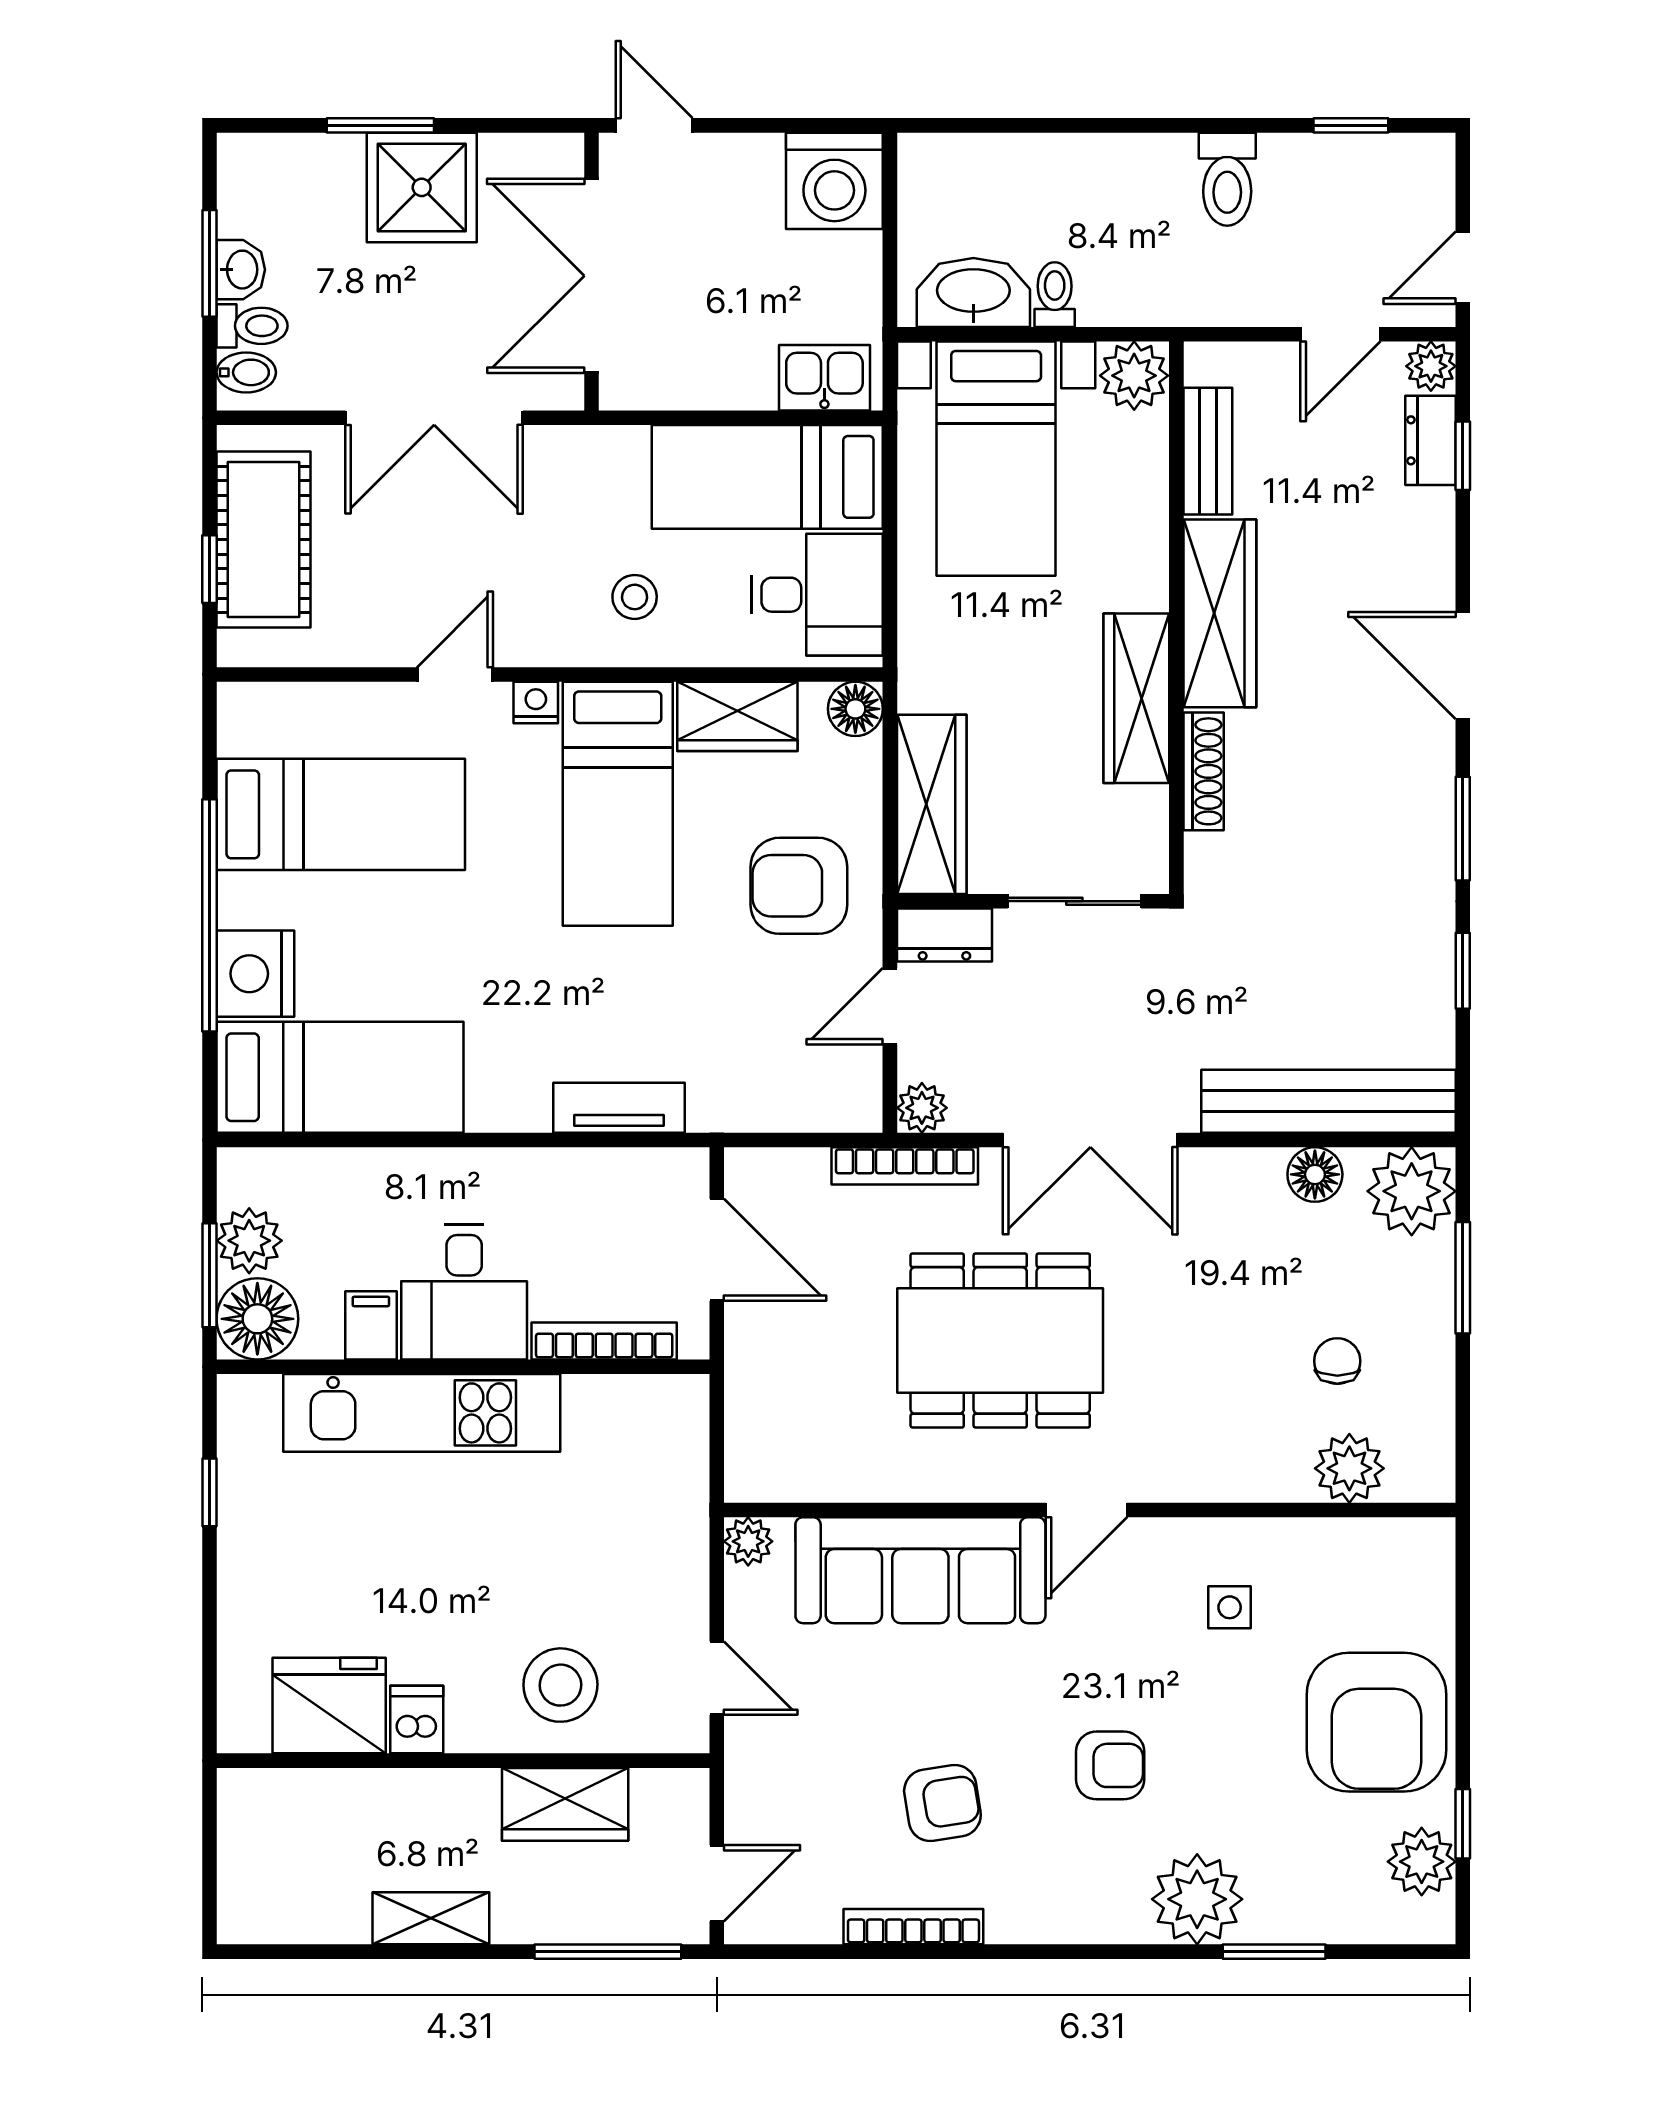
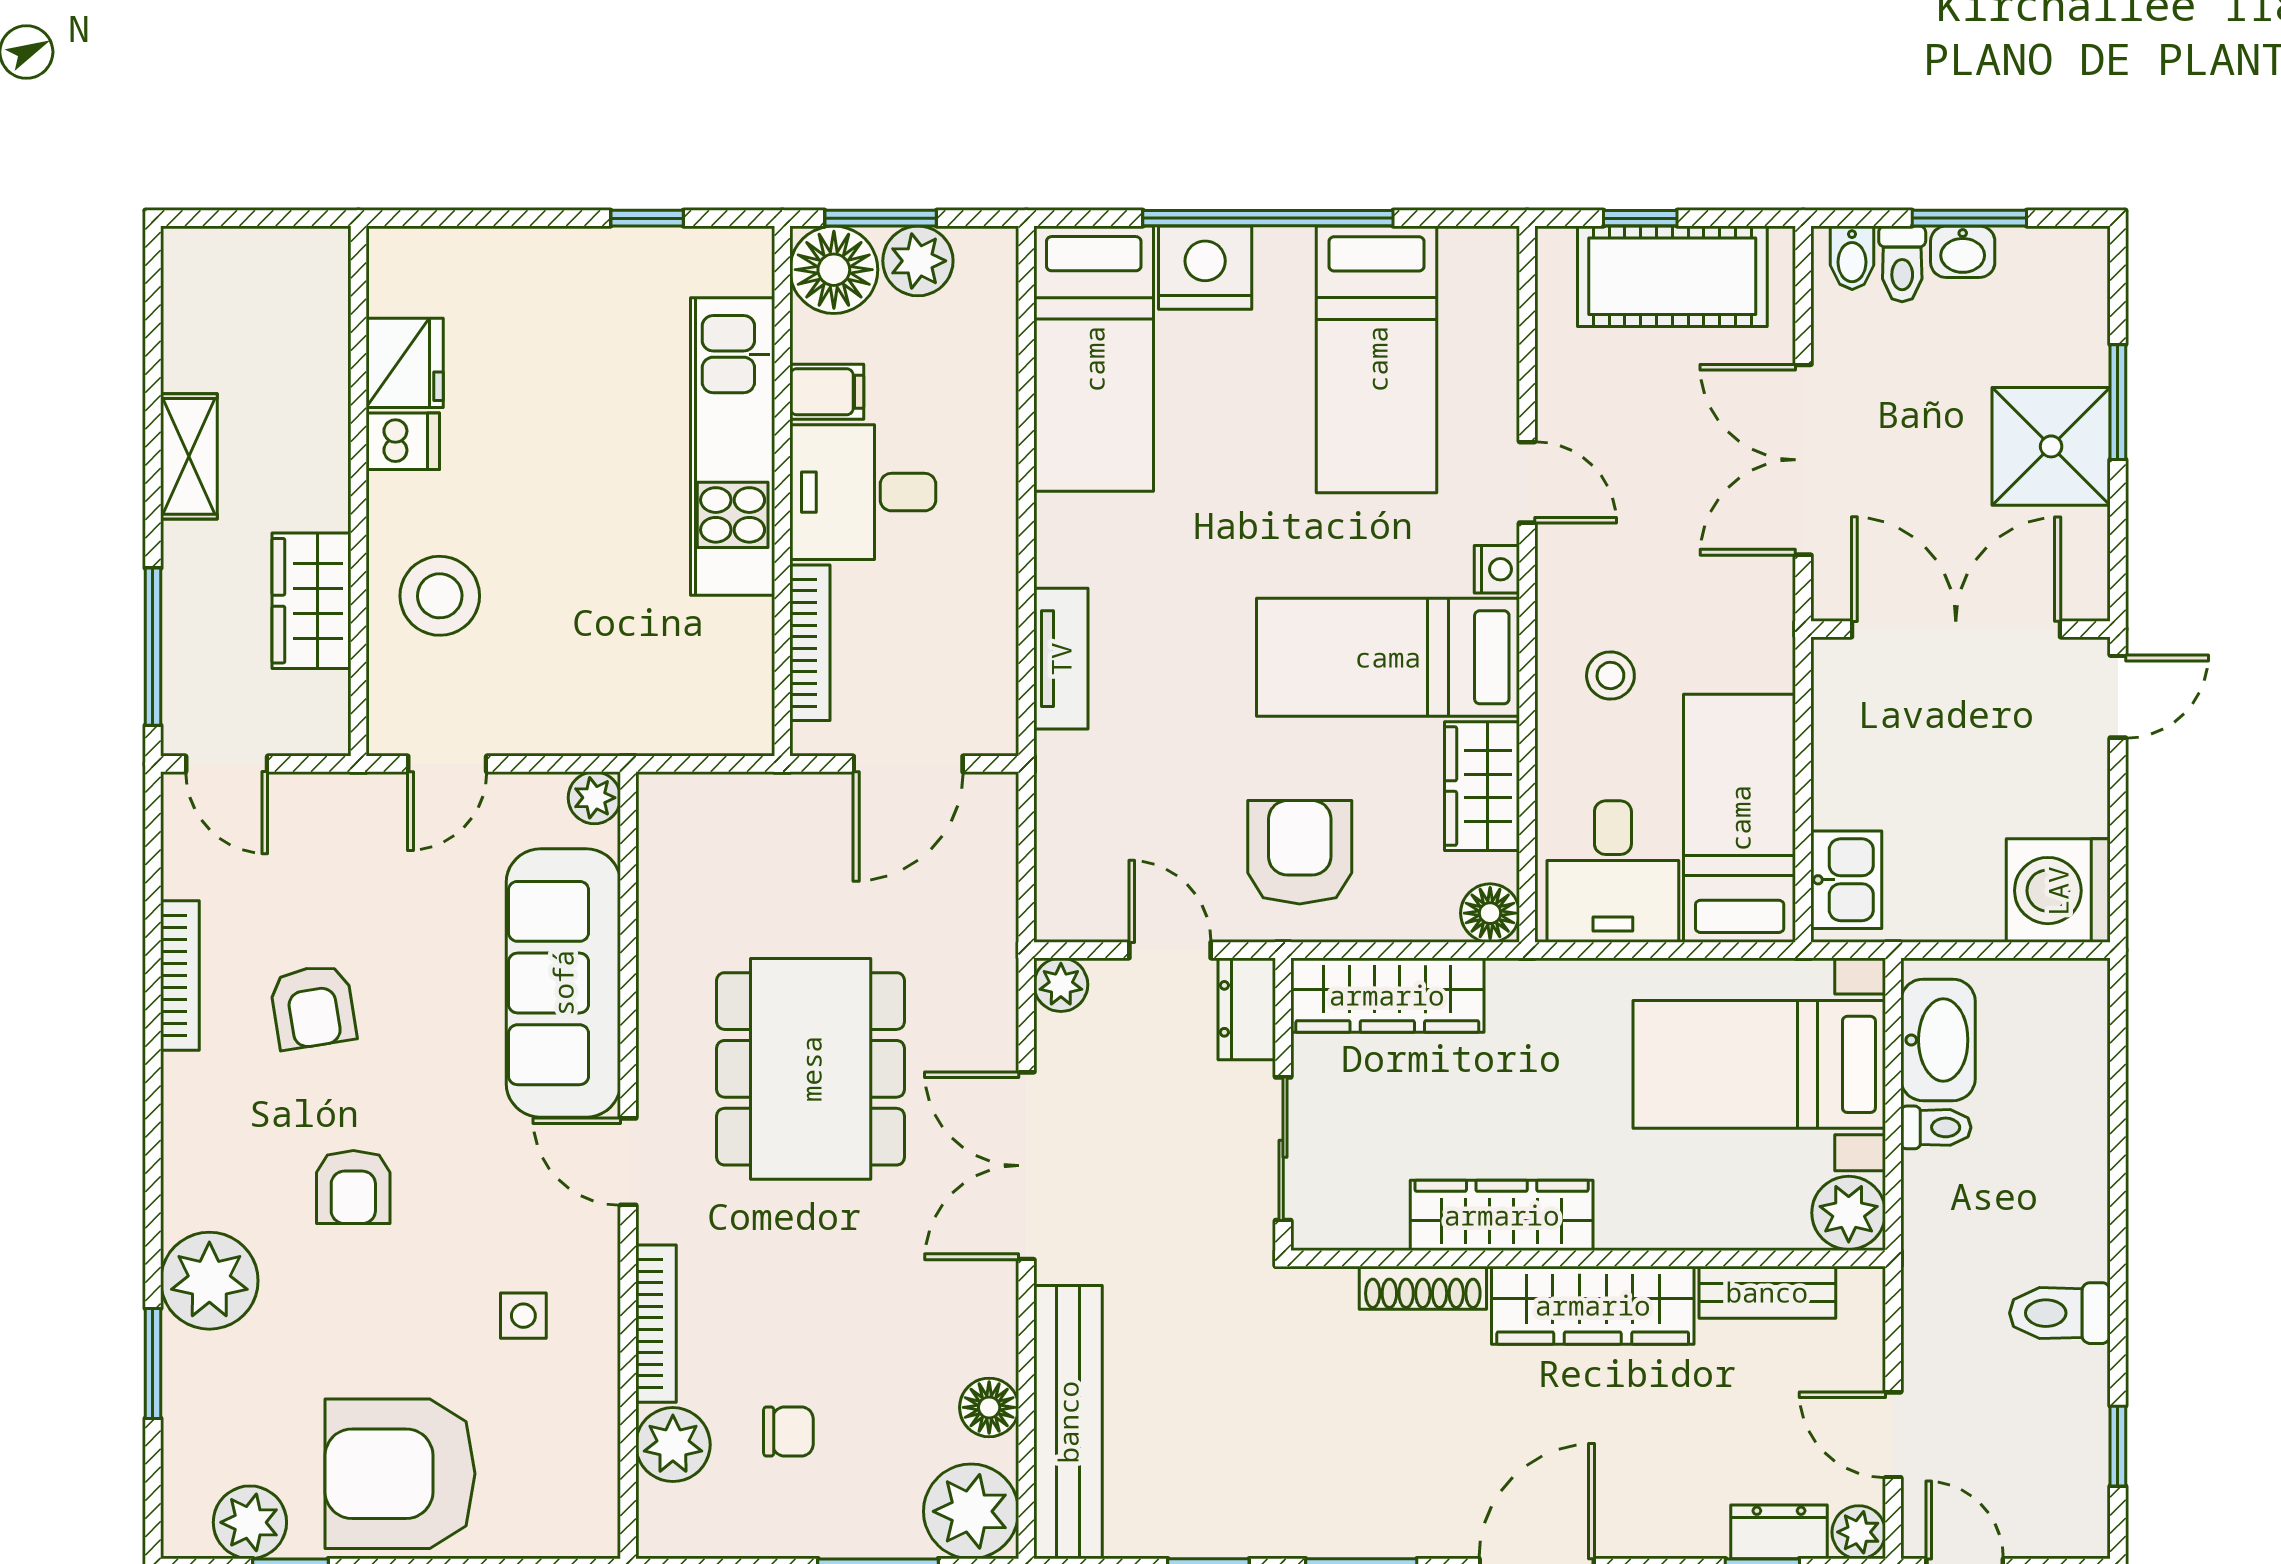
bookcase: (905, 1166) -> (656, 1324), moved, turned 180
fridge: (329, 1706) -> (405, 363), width x0.73, depth x0.75

